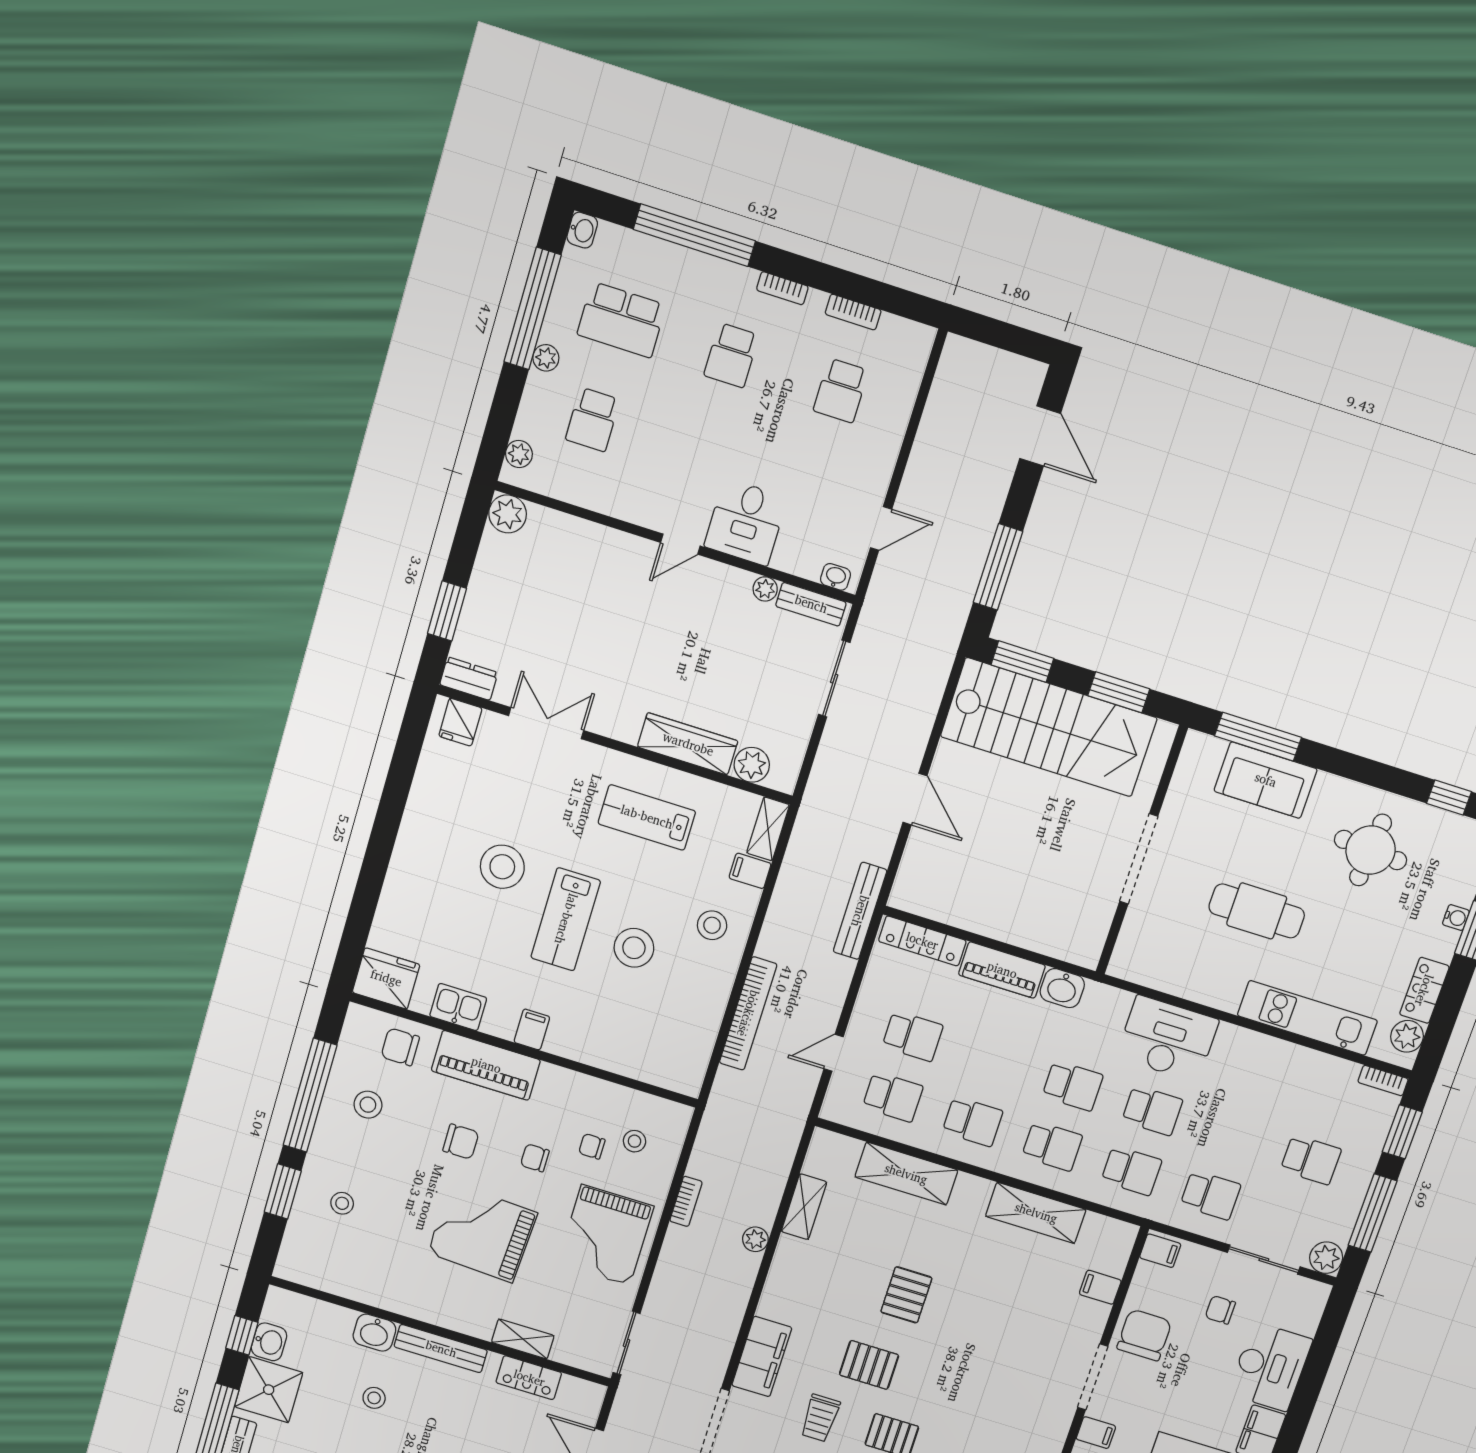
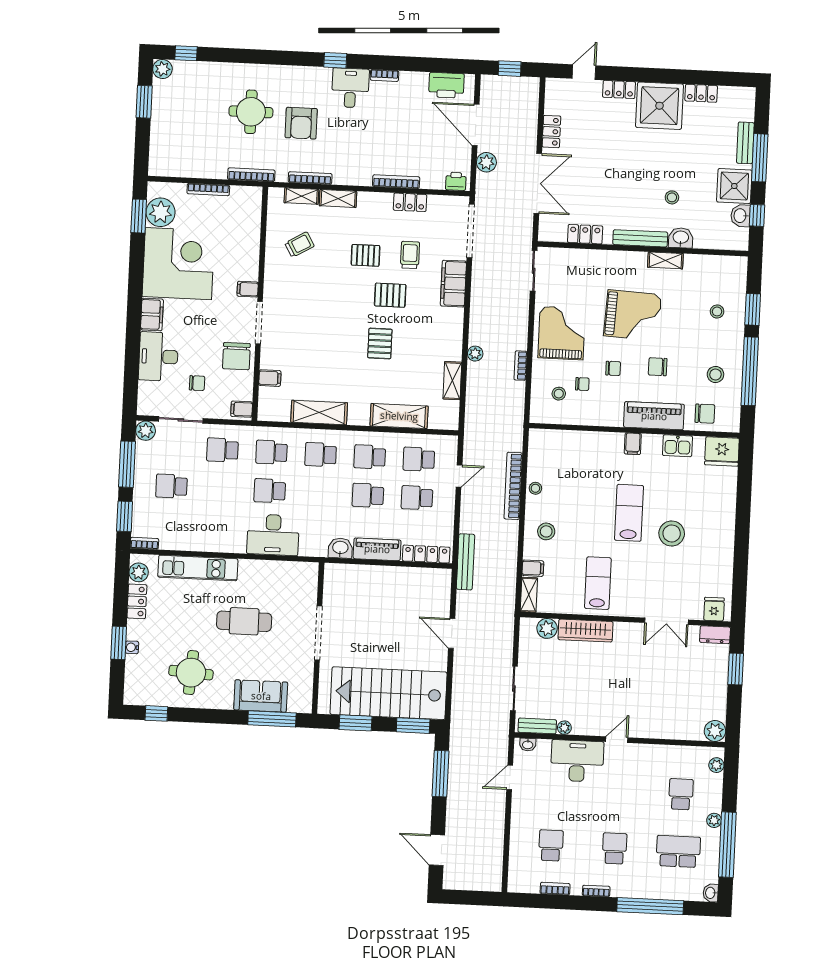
desk: (746, 522) -> (577, 761), width x1.37
lab bench: (647, 817) -> (598, 583), turned -90
stool: (634, 948) -> (535, 488), moved, width x0.53, depth x0.53
school desk: (1073, 1086) -> (368, 495), moved
shelving: (523, 1339) -> (665, 260), moved

